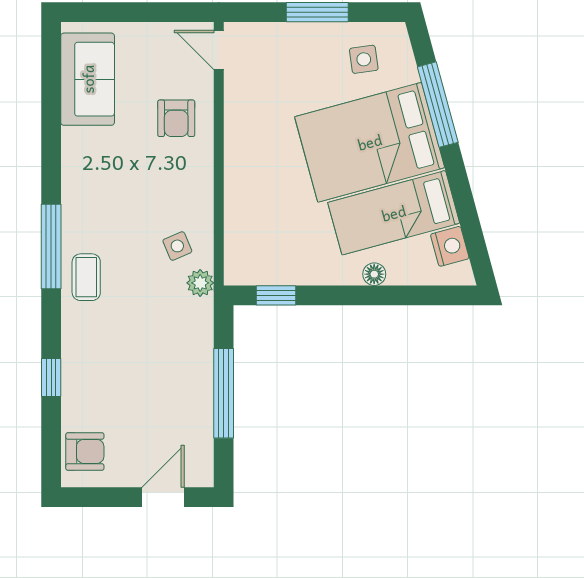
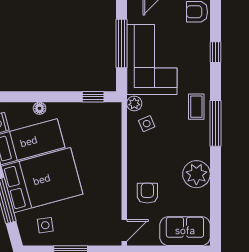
door: (219, 50) -> (124, 230), hinge flipped
sofa: (88, 79) -> (185, 231), moved, turned 90
plant: (86, 153) -> (196, 174), added
corner sofa: (168, 364) -> (152, 59), added

